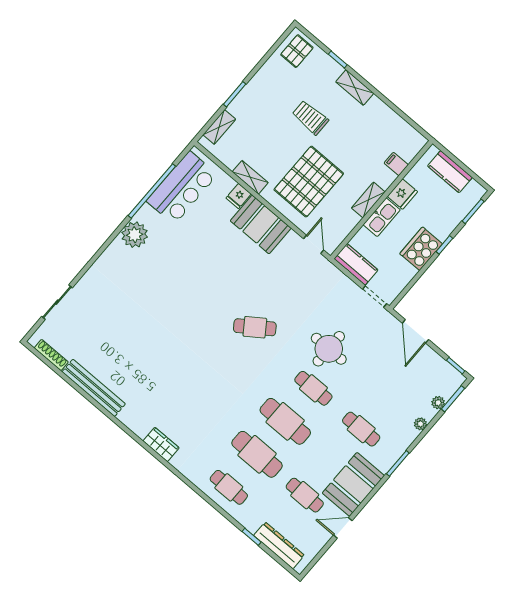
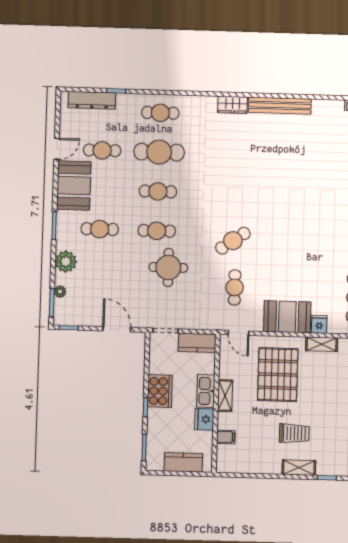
trolley: (310, 118) -> (294, 433), moved
cafe table: (286, 286) -> (235, 287), added
bench: (94, 388) -> (280, 106), moved
cafe table: (285, 421) -> (158, 191), width x0.73, depth x0.74
plant: (420, 424) -> (66, 262), width x1.87, depth x1.87

